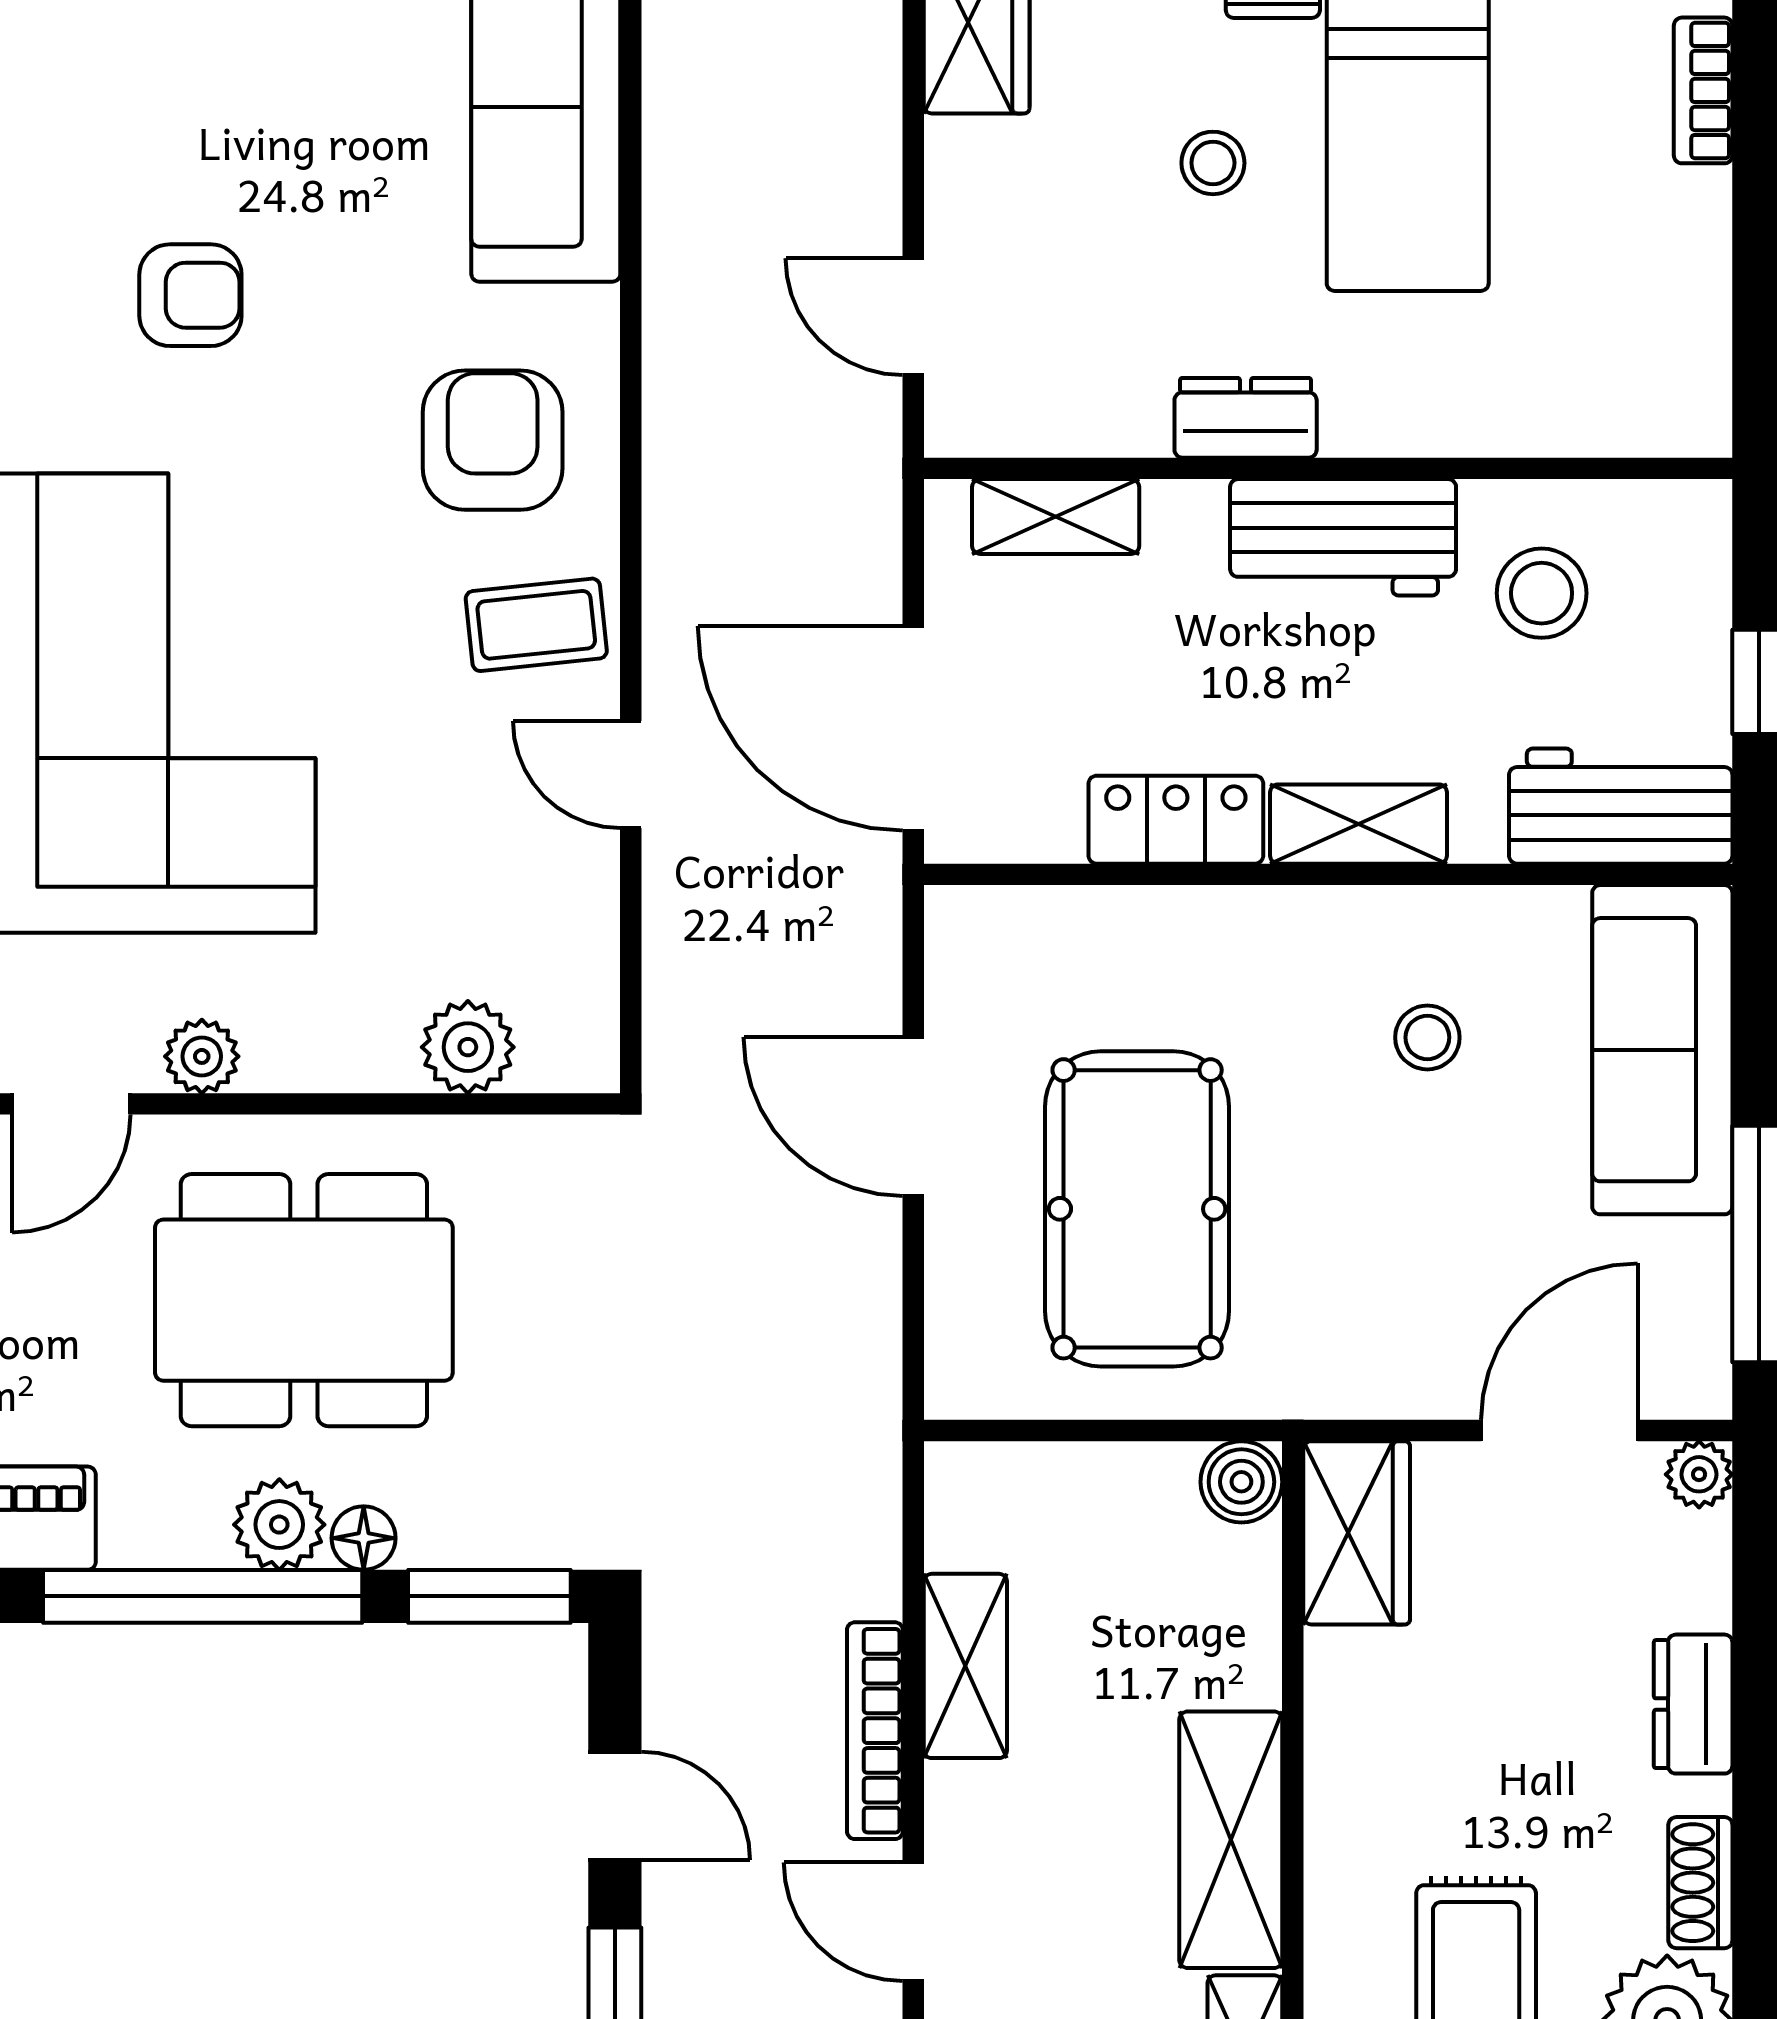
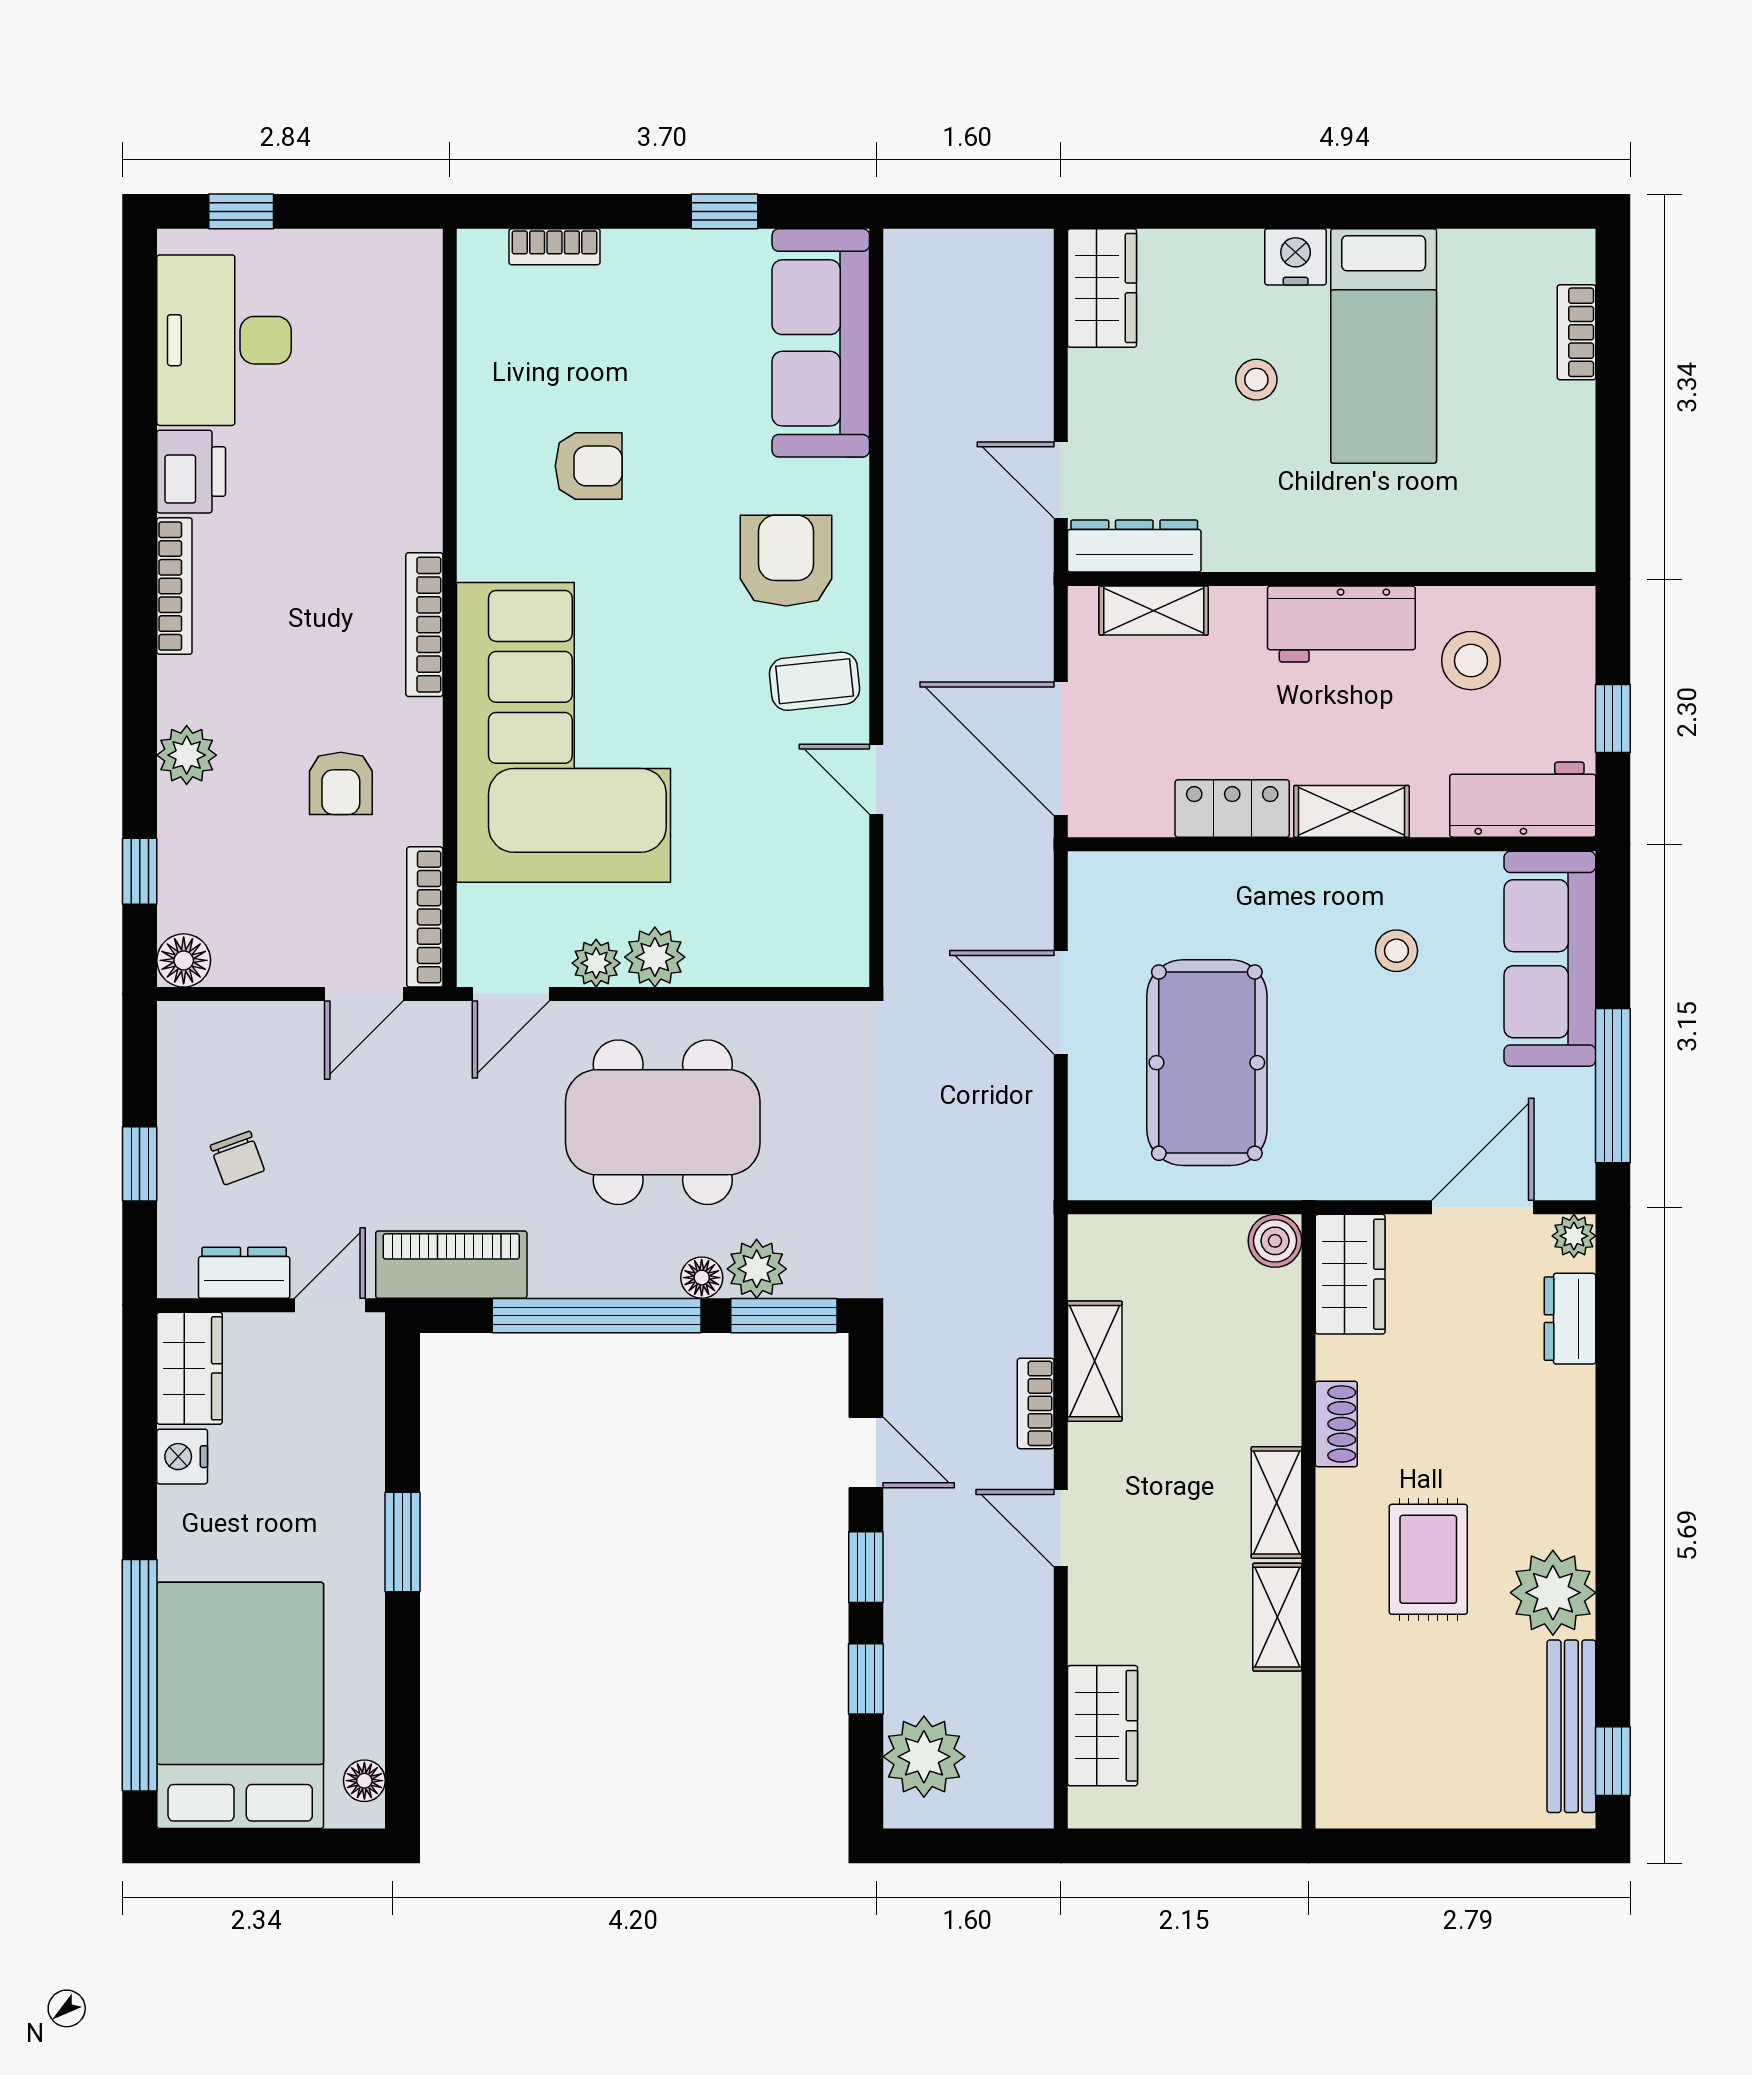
dresser: (1246, 418) -> (1134, 546), moved, width x1.44
plant: (468, 1047) -> (655, 957), moved
plant: (279, 1525) -> (757, 1269), moved
dresser: (1693, 1704) -> (1570, 1319), moved
bookcase: (875, 1731) -> (1036, 1403), width x0.64
shelving: (1231, 1840) -> (1276, 1503), width x0.67, depth x0.75
shoe rack: (1700, 1883) -> (1336, 1424), moved, turned 180

